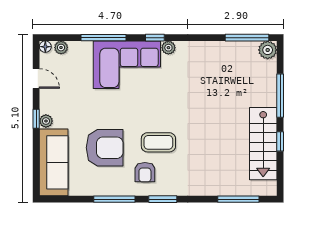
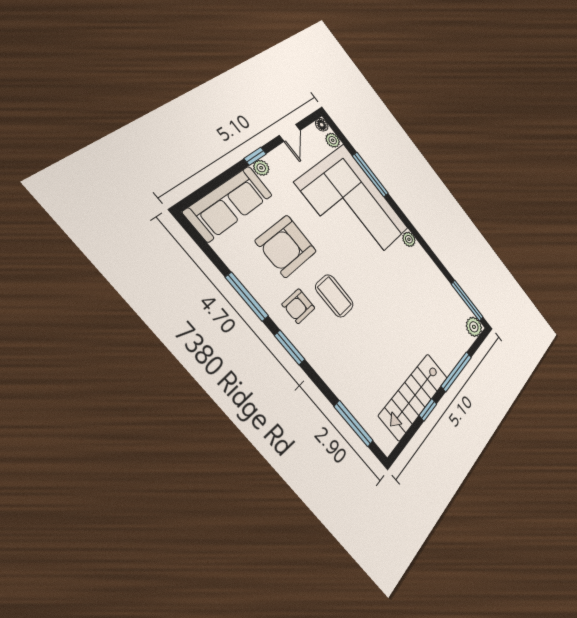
window: (155, 38) -> (406, 221), removed
corner sofa: (127, 65) -> (353, 206), width x1.36, depth x1.36
armchair: (105, 148) -> (286, 246), turned 90

